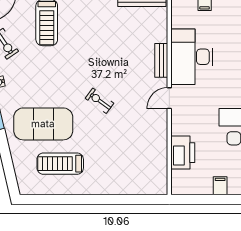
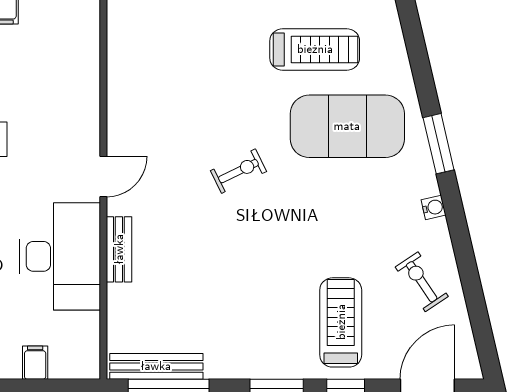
exercise bike: (100, 101) -> (238, 171), turned -62
printer: (183, 153) -> (77, 71), removed

